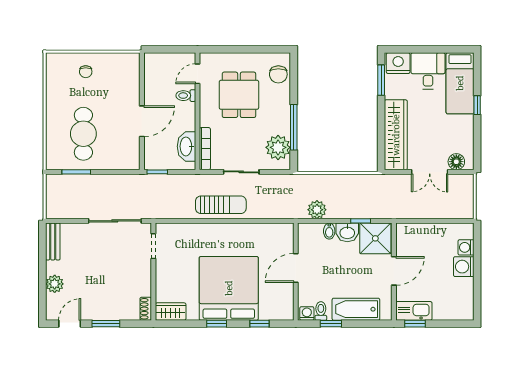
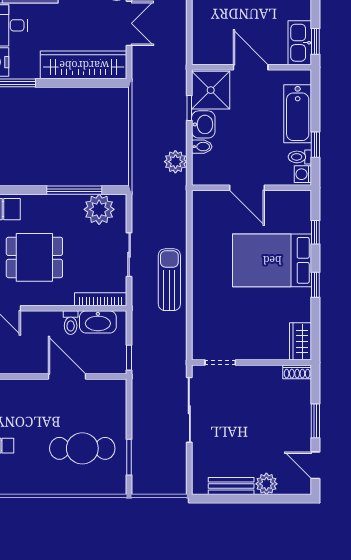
toilet: (186, 96) -> (71, 323), moved
bench: (53, 241) -> (231, 486), moved
bed: (229, 288) -> (272, 260), width x0.73

